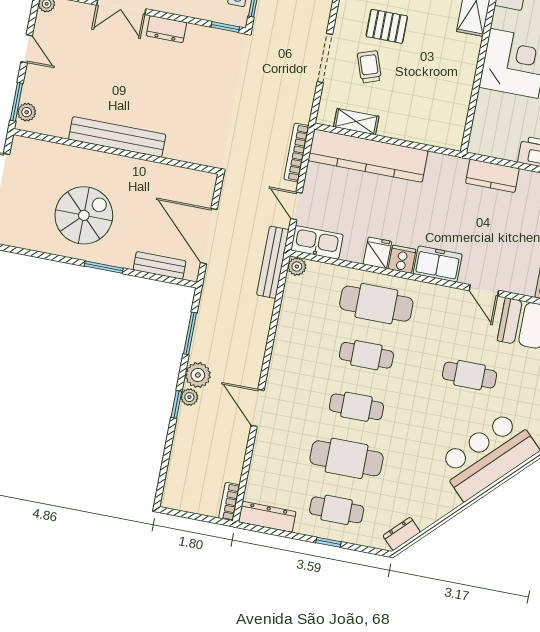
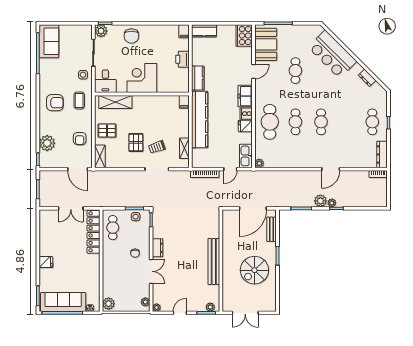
filing cabinet: (450, 139) -> (184, 102), added
kitchen counter: (368, 156) -> (200, 119), moved
spiral stairs: (84, 215) -> (254, 270), turned -90
bench: (273, 262) -> (259, 175), removed
cafe table: (347, 458) -> (347, 122), removed
dresser: (402, 534) -> (367, 78), moved

